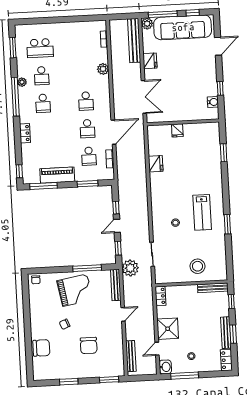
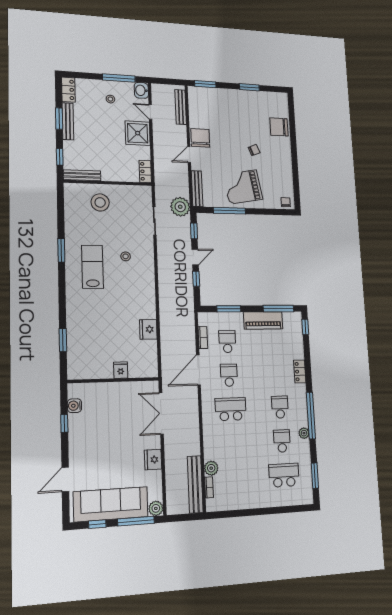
bench: (134, 41) -> (195, 484), moved
plant: (103, 69) -> (211, 468), moved
school desk: (86, 101) -> (231, 409), width x1.85
chair: (89, 346) -> (200, 138), moved
door: (157, 349) -> (150, 112), swing flipped

